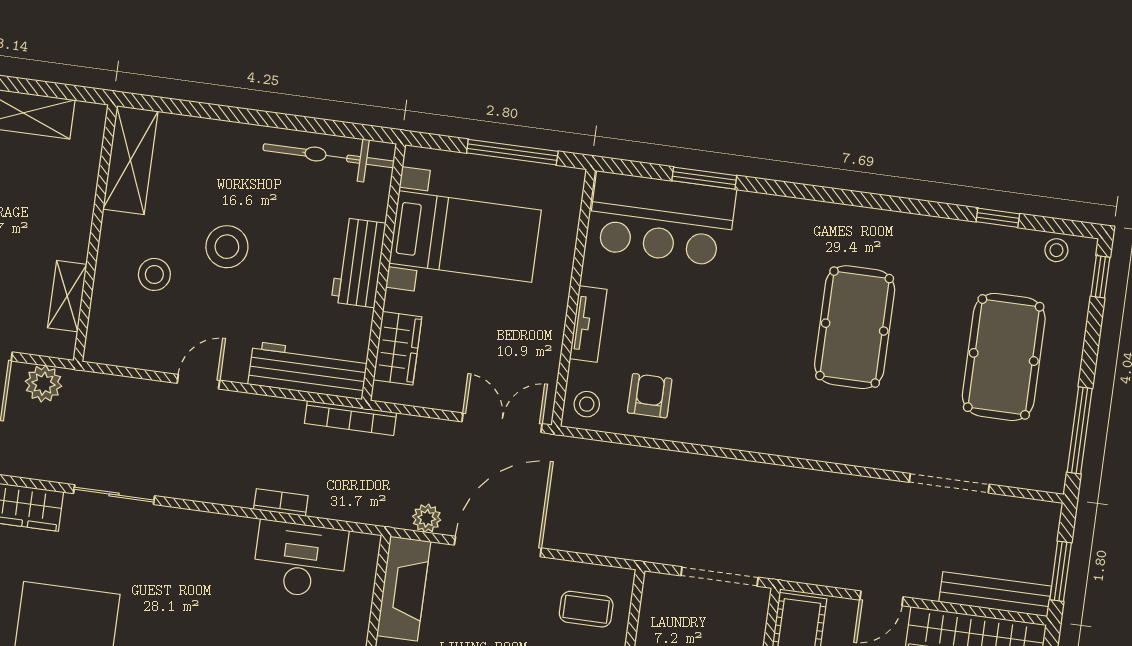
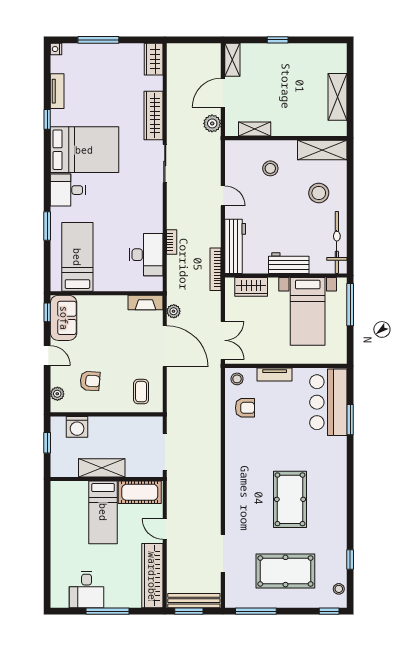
window: (512, 152) -> (350, 305), moved
stool: (227, 247) -> (319, 193), moved
pool table: (855, 327) -> (290, 499), turned 90
fireplace: (404, 589) -> (146, 303), width x0.73, depth x0.76
bench: (995, 594) -> (194, 601), moved, turned 90

